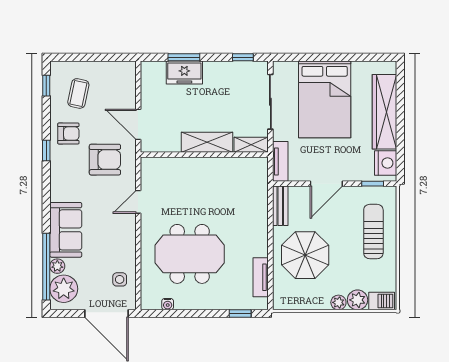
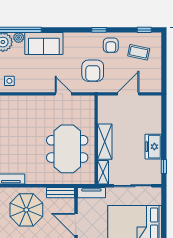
window: (184, 57) -> (164, 126), removed
freezer: (184, 73) -> (153, 147), moved
door: (138, 124) -> (128, 94), moved
meeting table: (190, 254) -> (67, 149), moved

